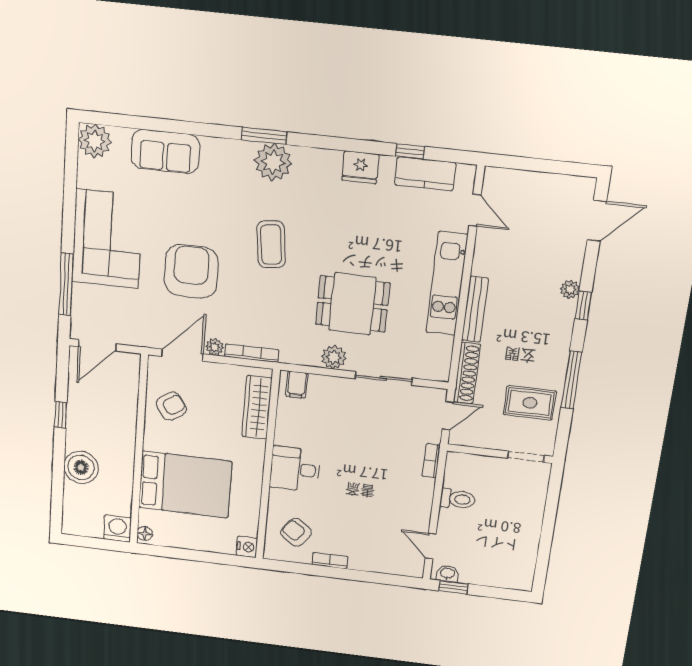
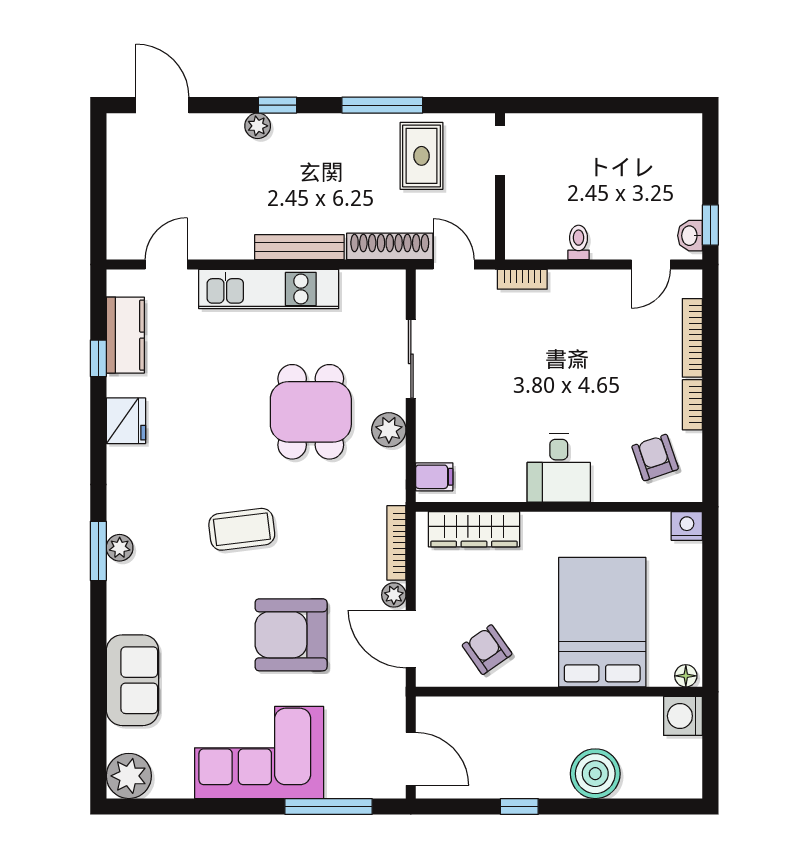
plant: (273, 162) -> (120, 548), width x0.53, depth x0.53
toilet: (458, 499) -> (579, 242), width x0.73, depth x0.72
armchair: (296, 532) -> (655, 458), turned 125
bookcase: (376, 566) -> (692, 338), added

